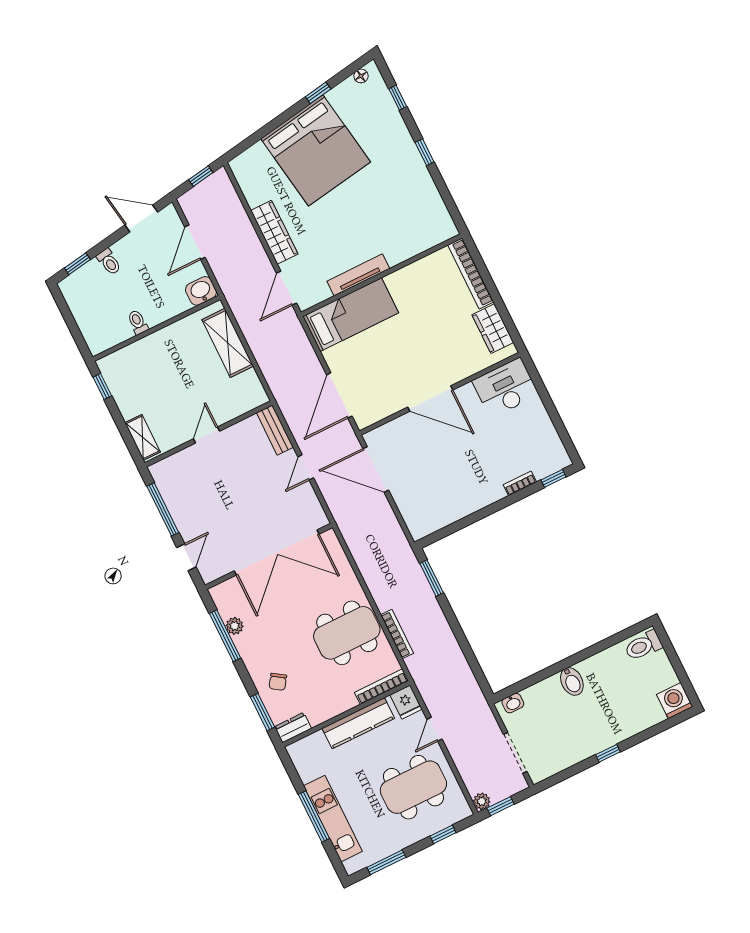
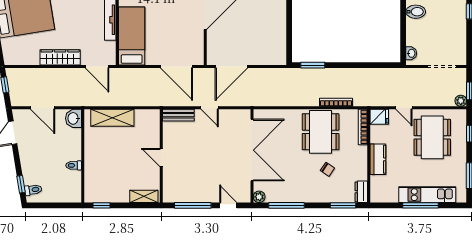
toilet: (109, 262) -> (33, 190), moved
plant: (235, 626) -> (259, 197), moved
chair: (278, 682) -> (327, 169), moved
kitchen counter: (358, 723) -> (378, 159), width x0.67

